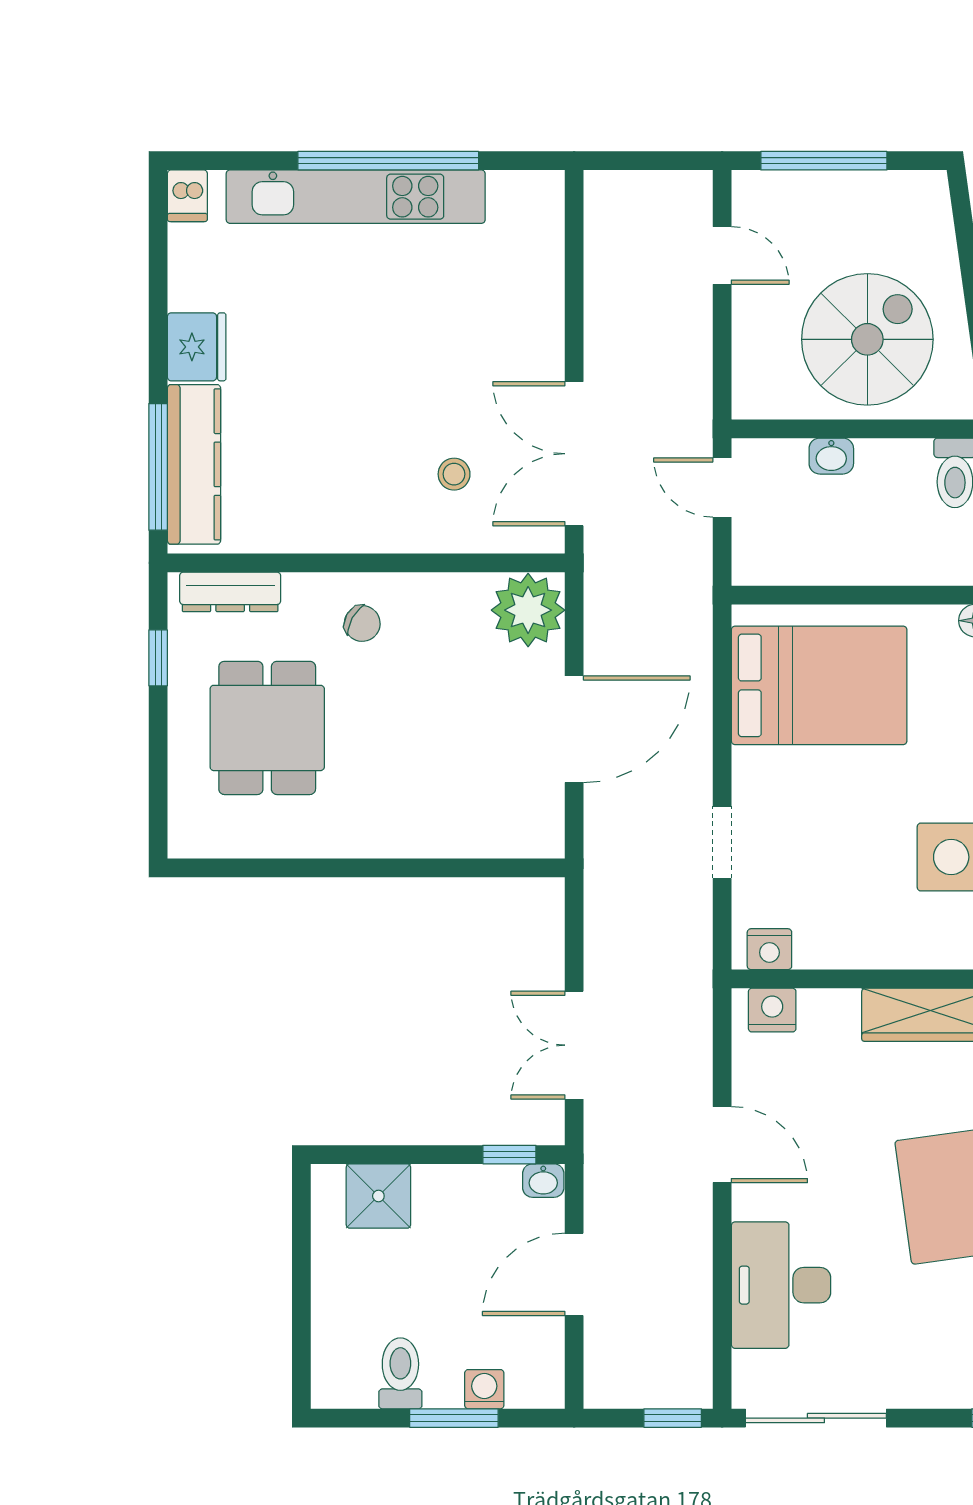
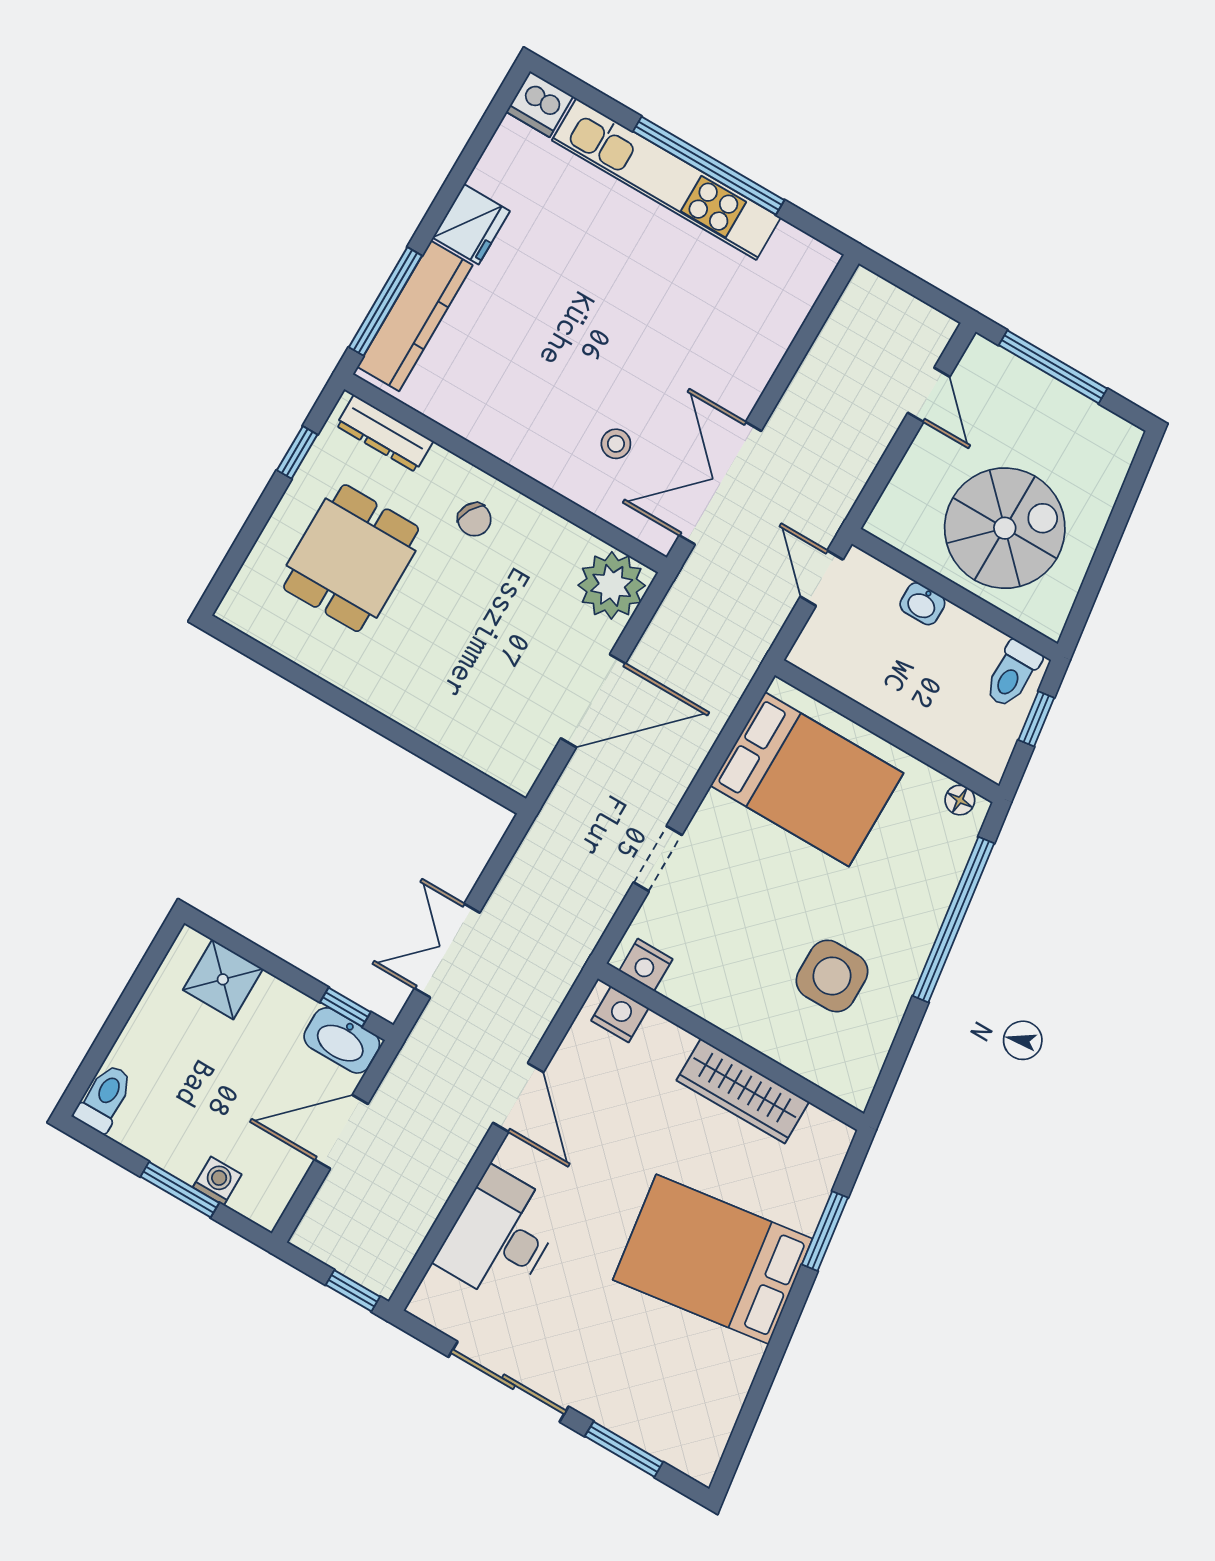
dishwasher: (187, 196) -> (540, 104), width x1.38
washbasin: (543, 1181) -> (342, 1040), width x1.91, depth x1.45
toilet: (400, 1373) -> (104, 1098), moved
sliding door: (816, 1418) -> (509, 1382), moved

